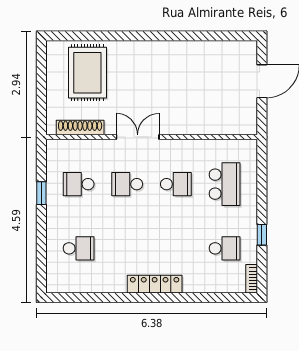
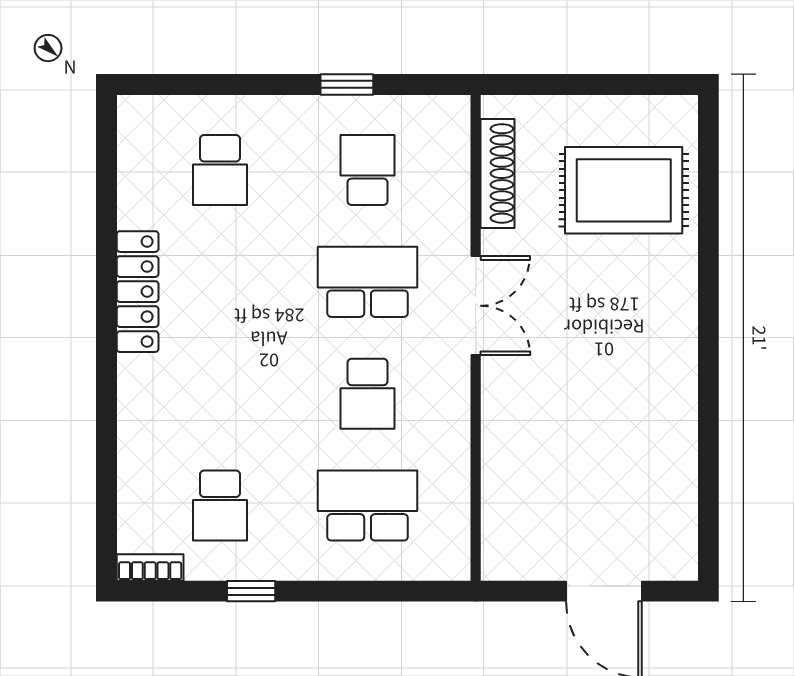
school desk: (127, 184) -> (368, 282), width x1.85
school desk: (225, 184) -> (368, 506), turned 180
locker: (155, 284) -> (138, 292), moved

